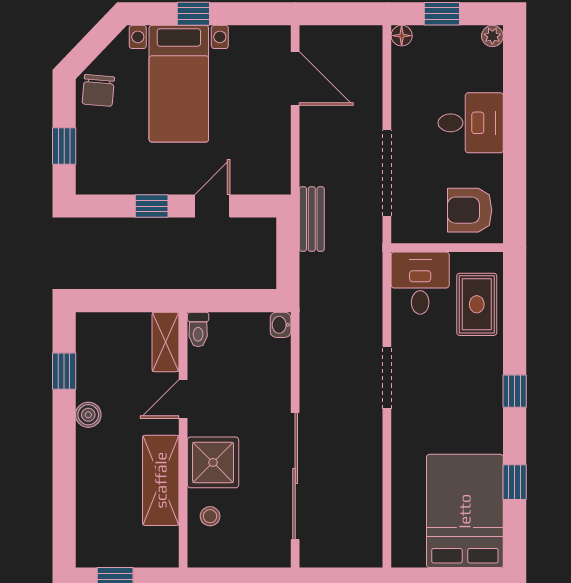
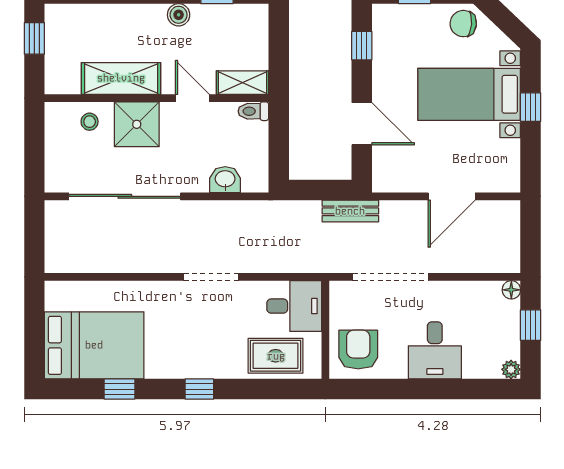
door: (295, 78) -> (452, 196), moved
window: (152, 206) -> (362, 46), moved
door: (212, 206) -> (362, 124), width x1.38
washbasin: (281, 325) -> (225, 180), moved, width x1.38, depth x1.45

